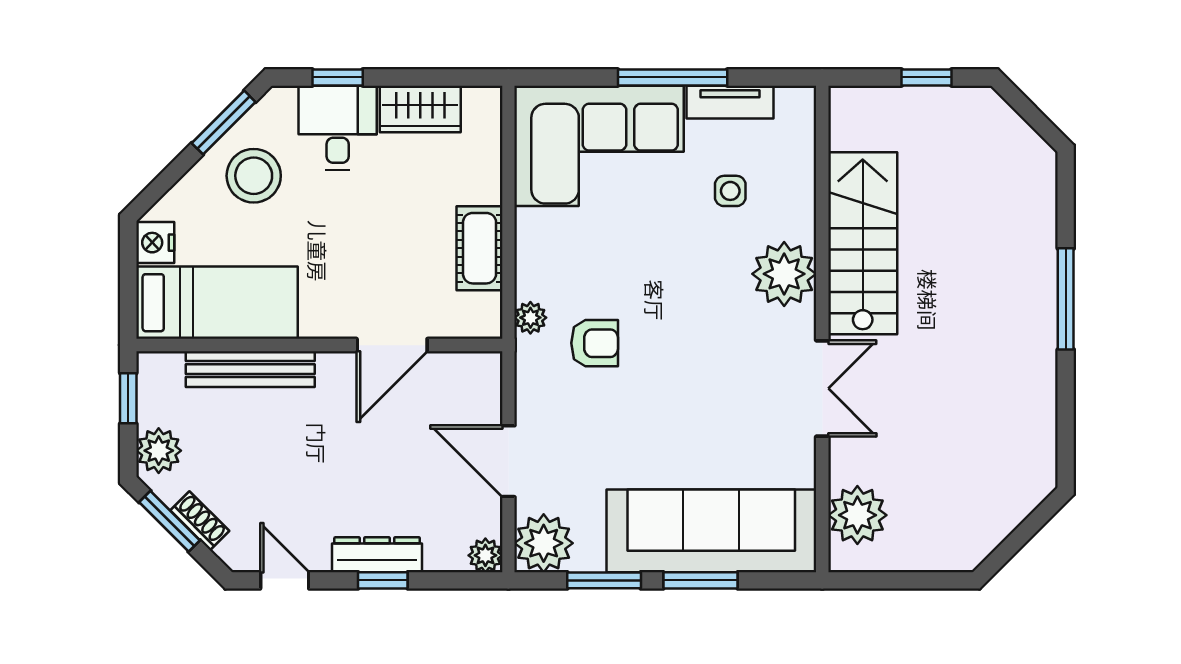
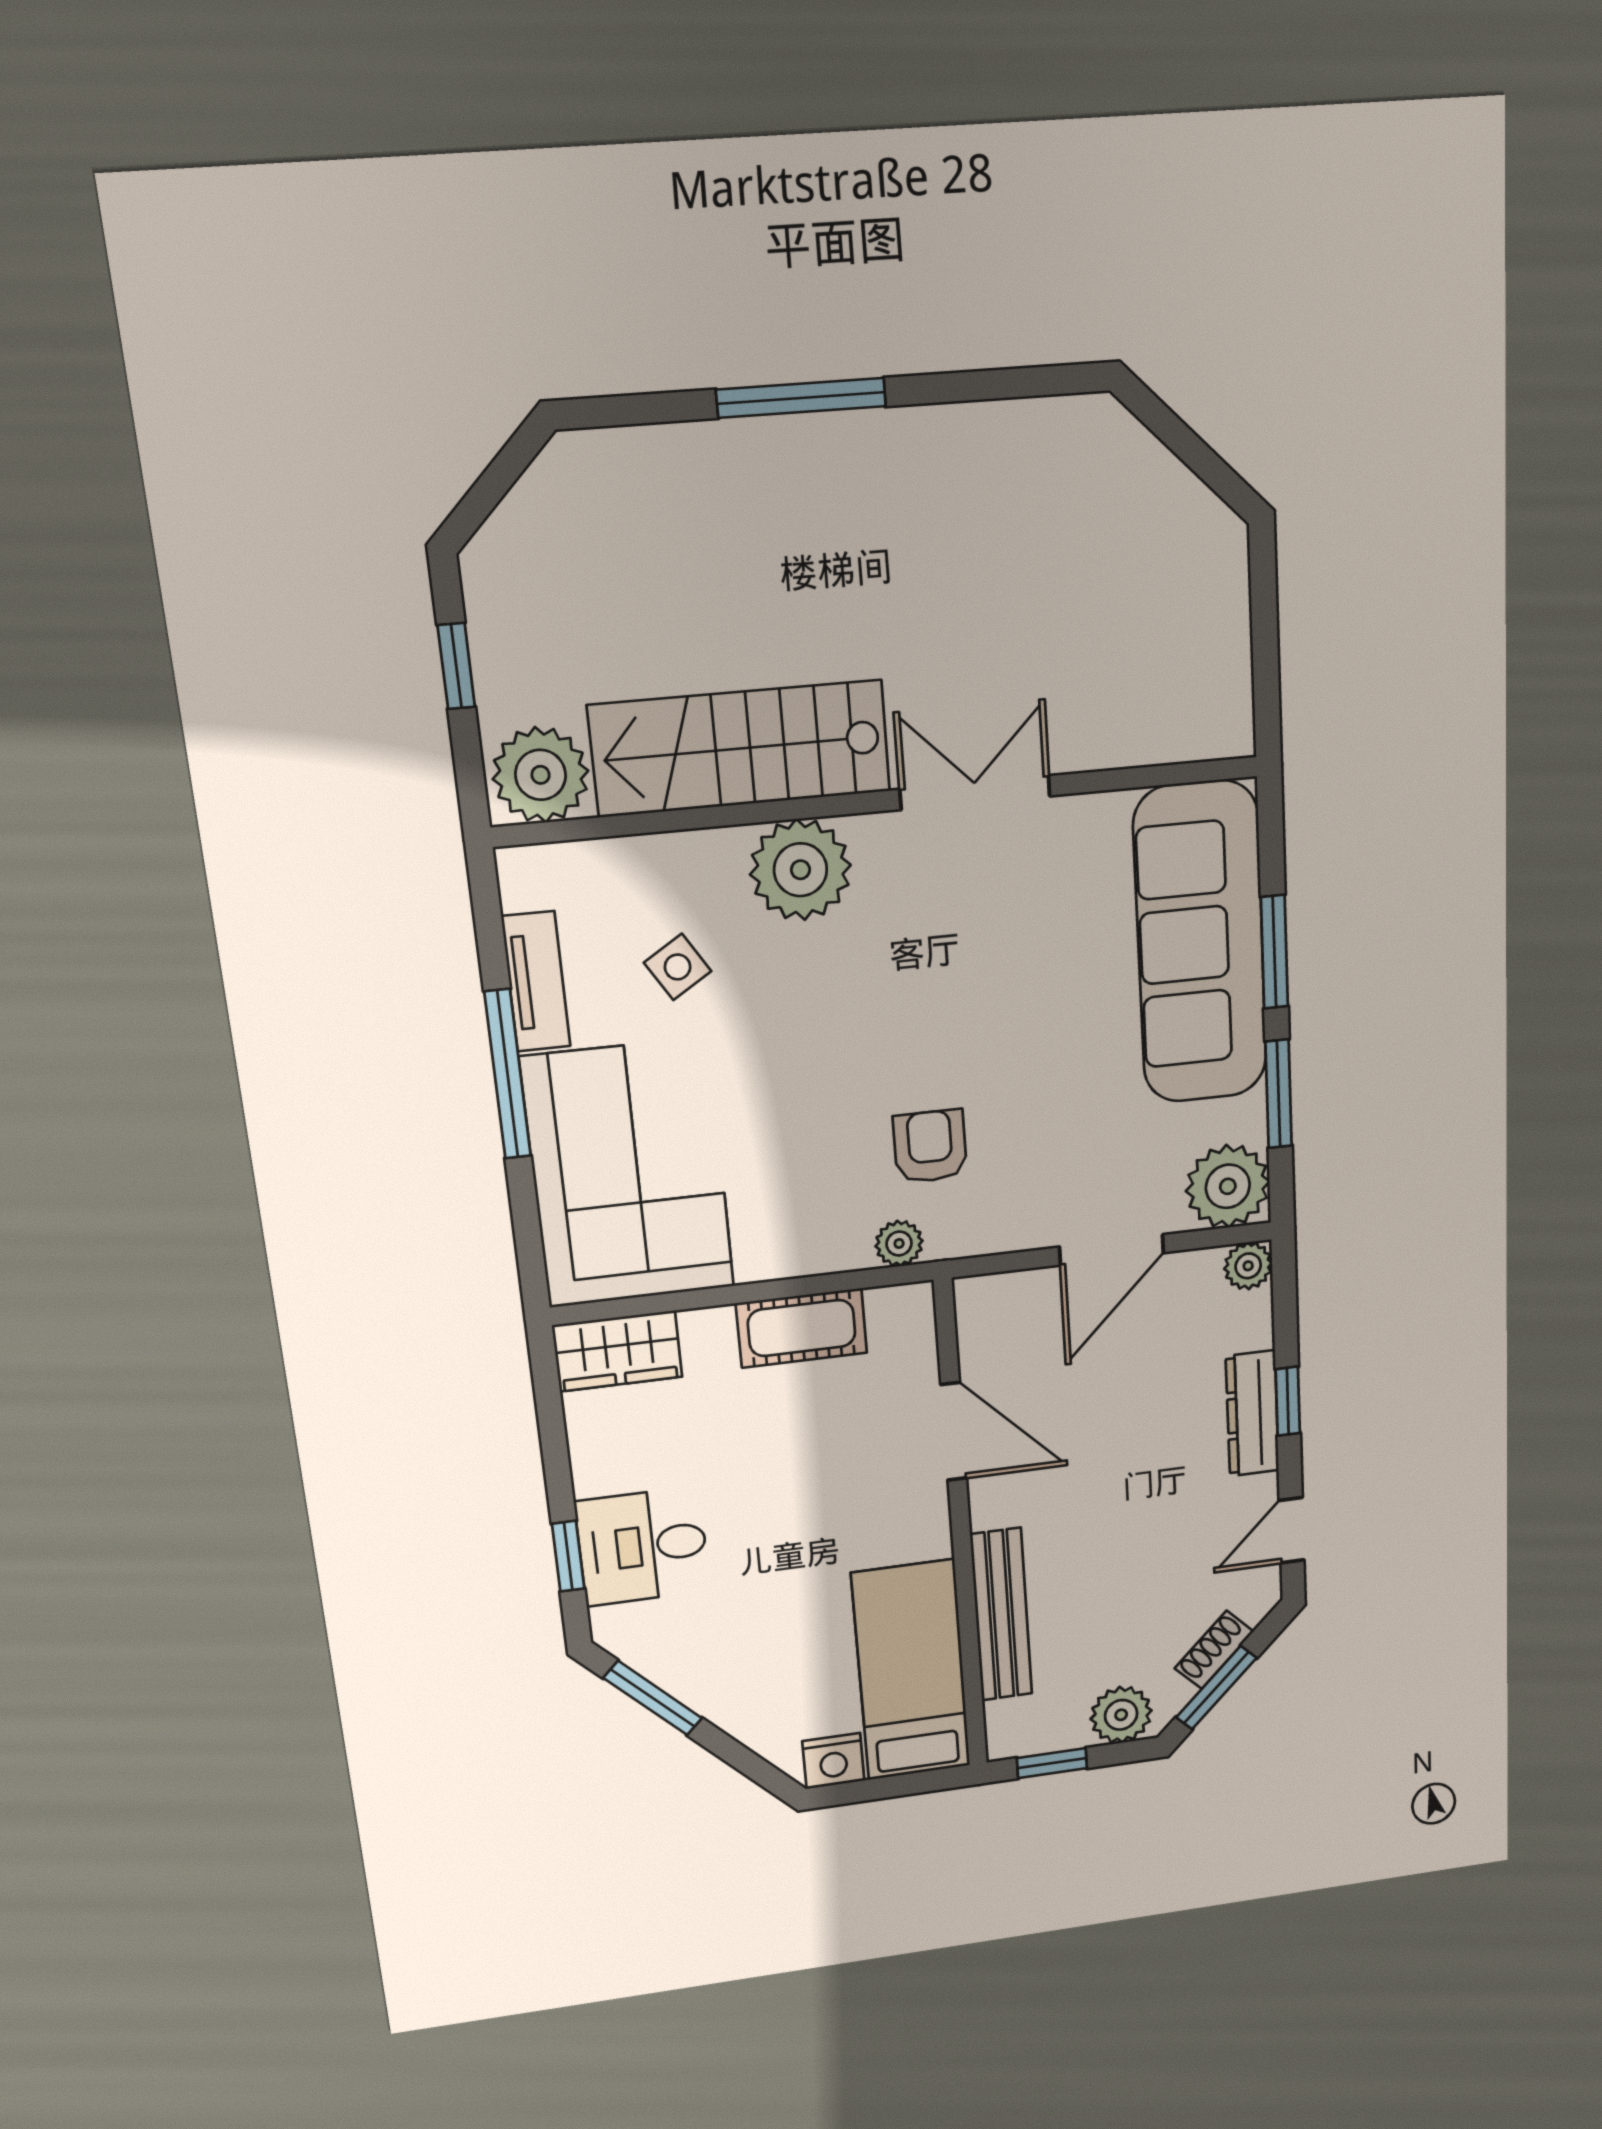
wardrobe: (420, 109) -> (617, 1351), moved, turned 90
stool: (254, 176) -> (726, 1648), removed
side table: (730, 191) -> (678, 967), turned -32
plant: (857, 515) -> (541, 775), moved

